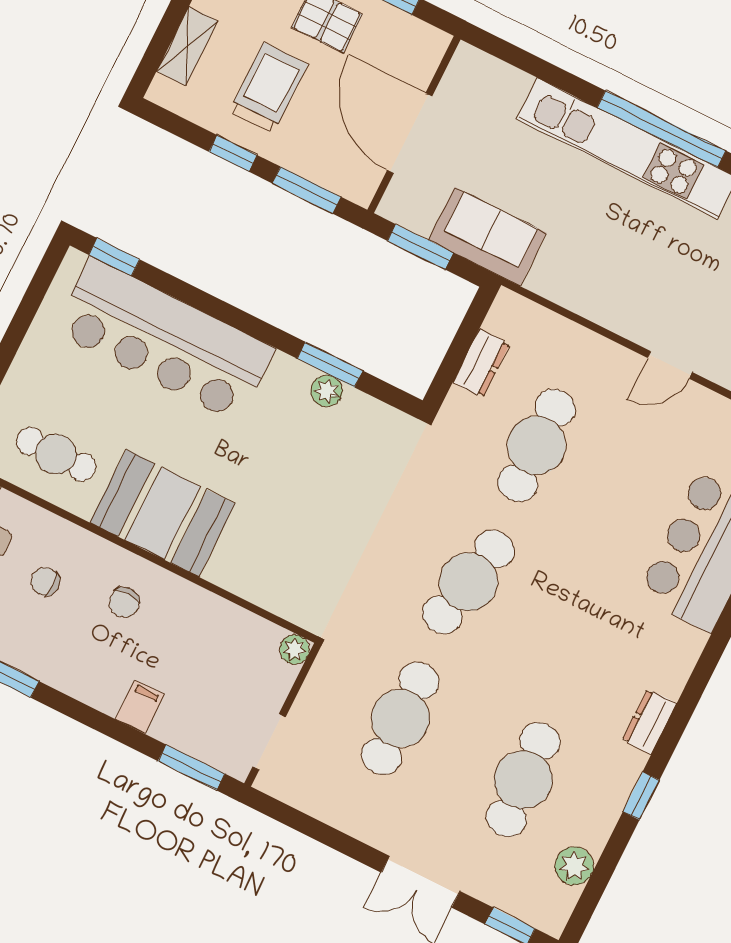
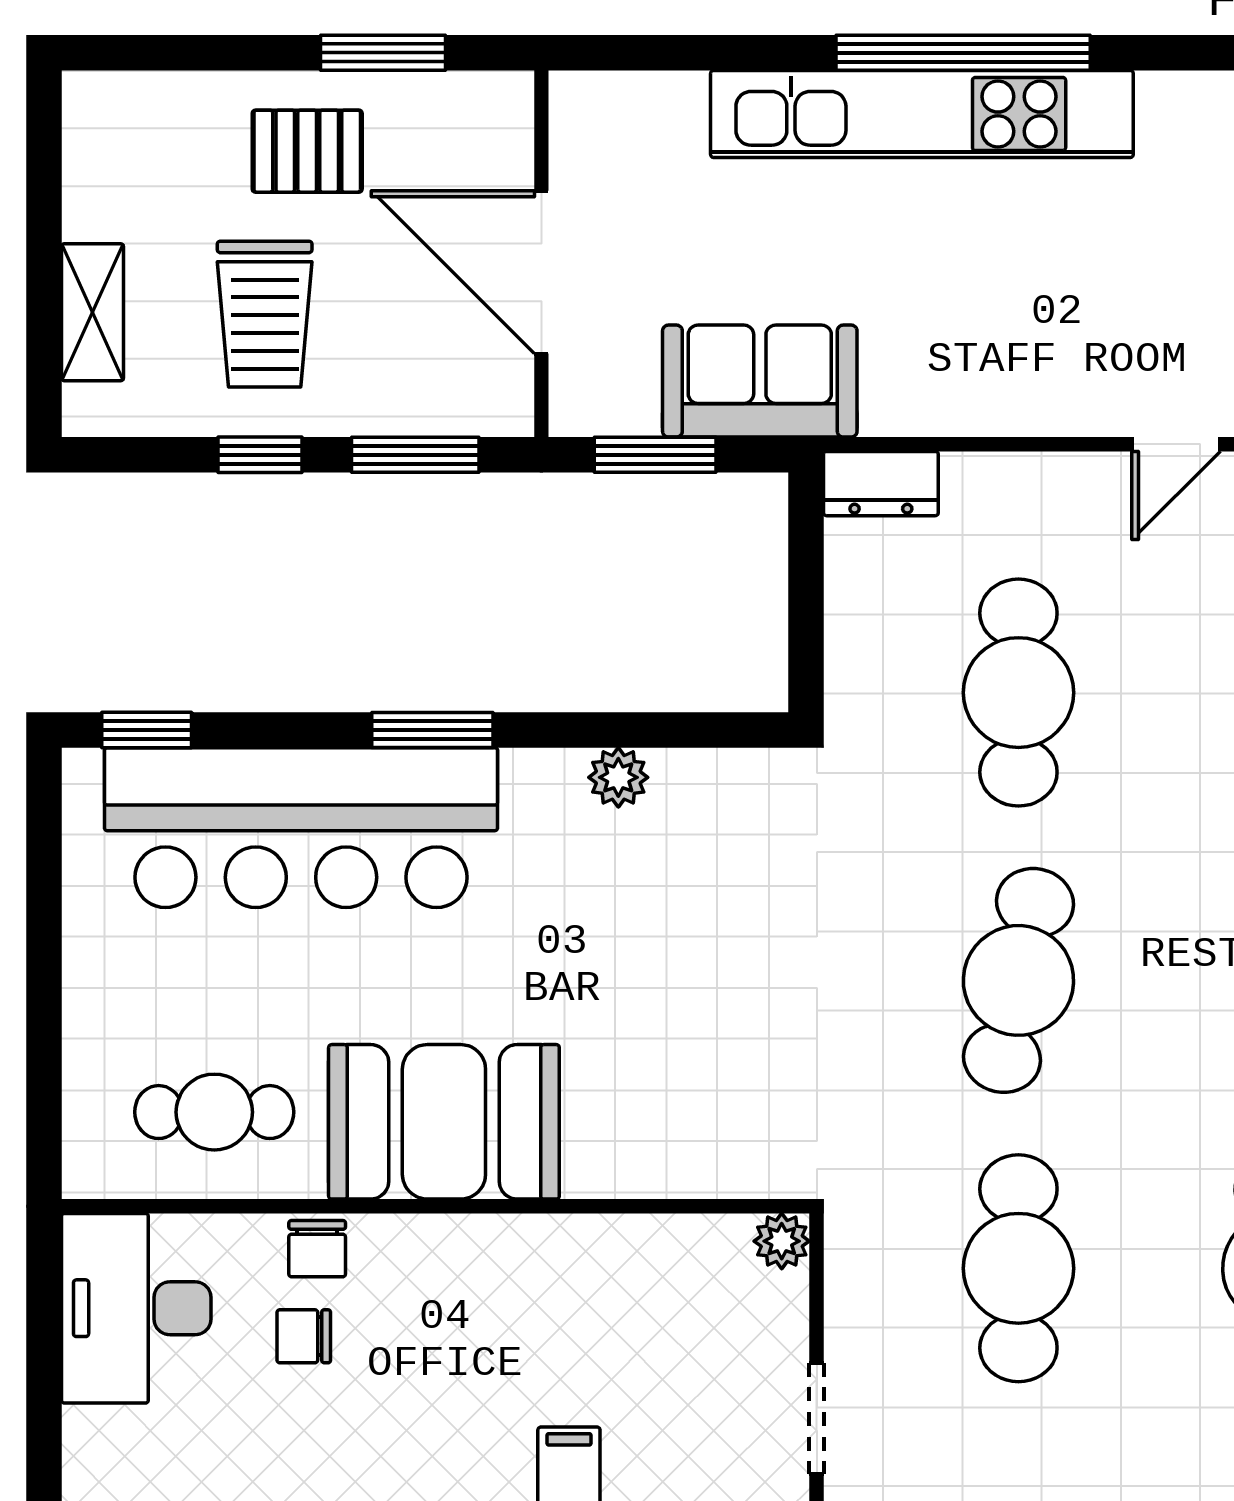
trolley: (268, 88) -> (265, 314), turned 180
dresser: (481, 363) -> (881, 484), moved, turned 90
window: (330, 365) -> (432, 730), moved
chair: (124, 602) -> (317, 1249), moved

